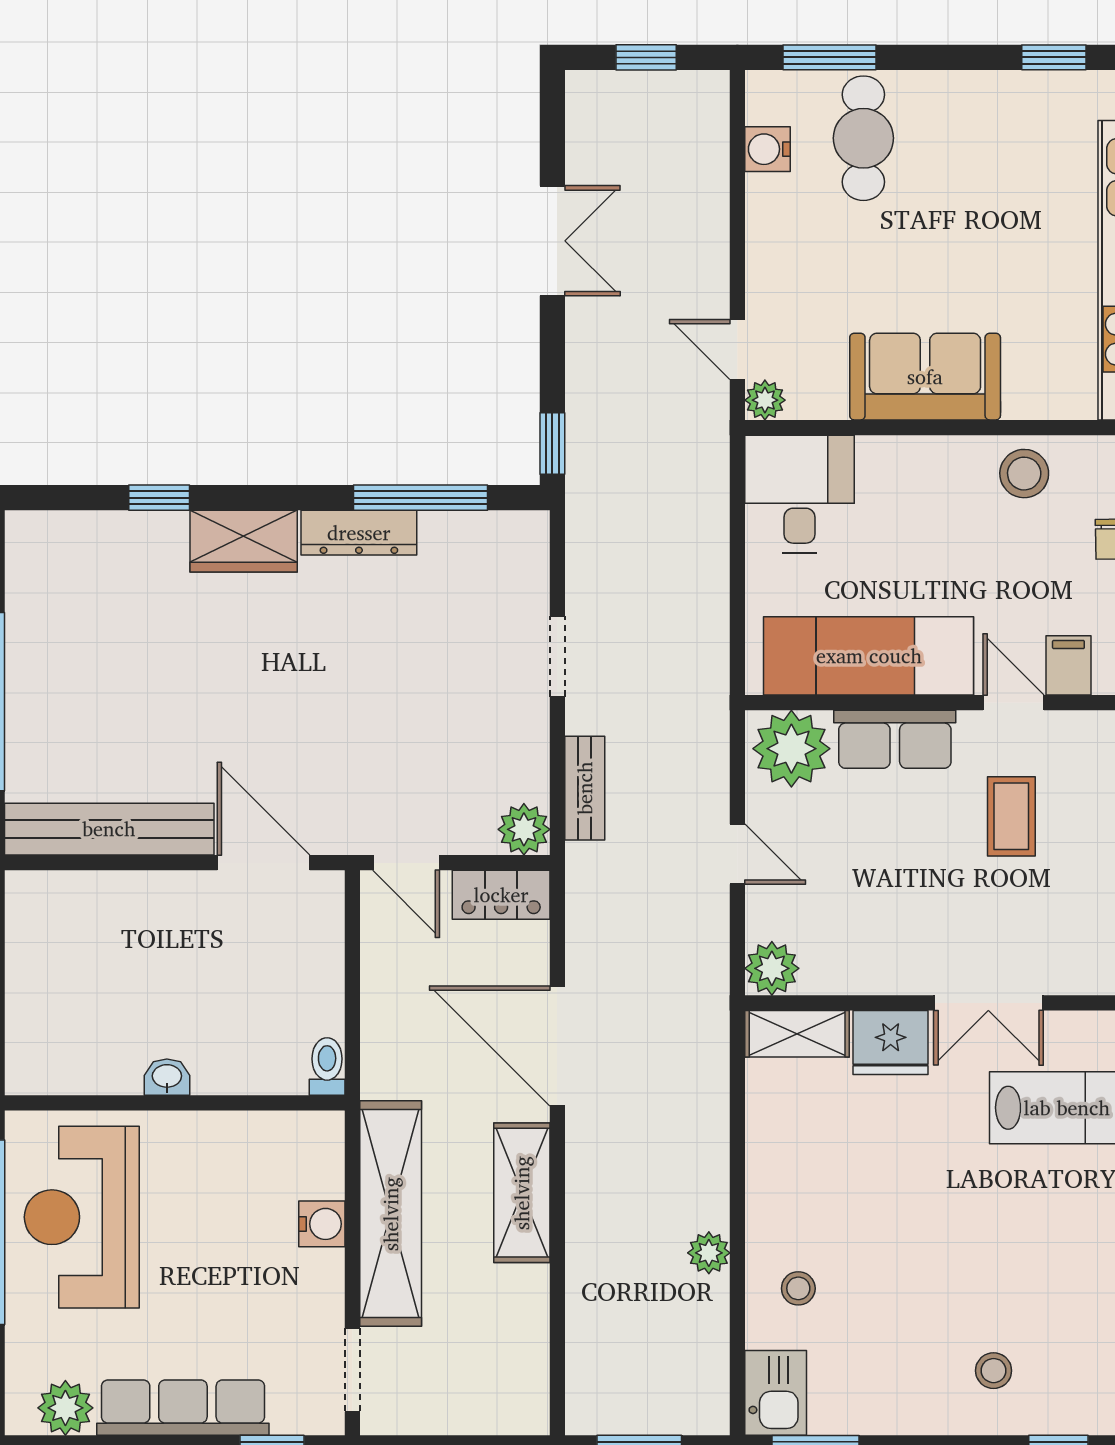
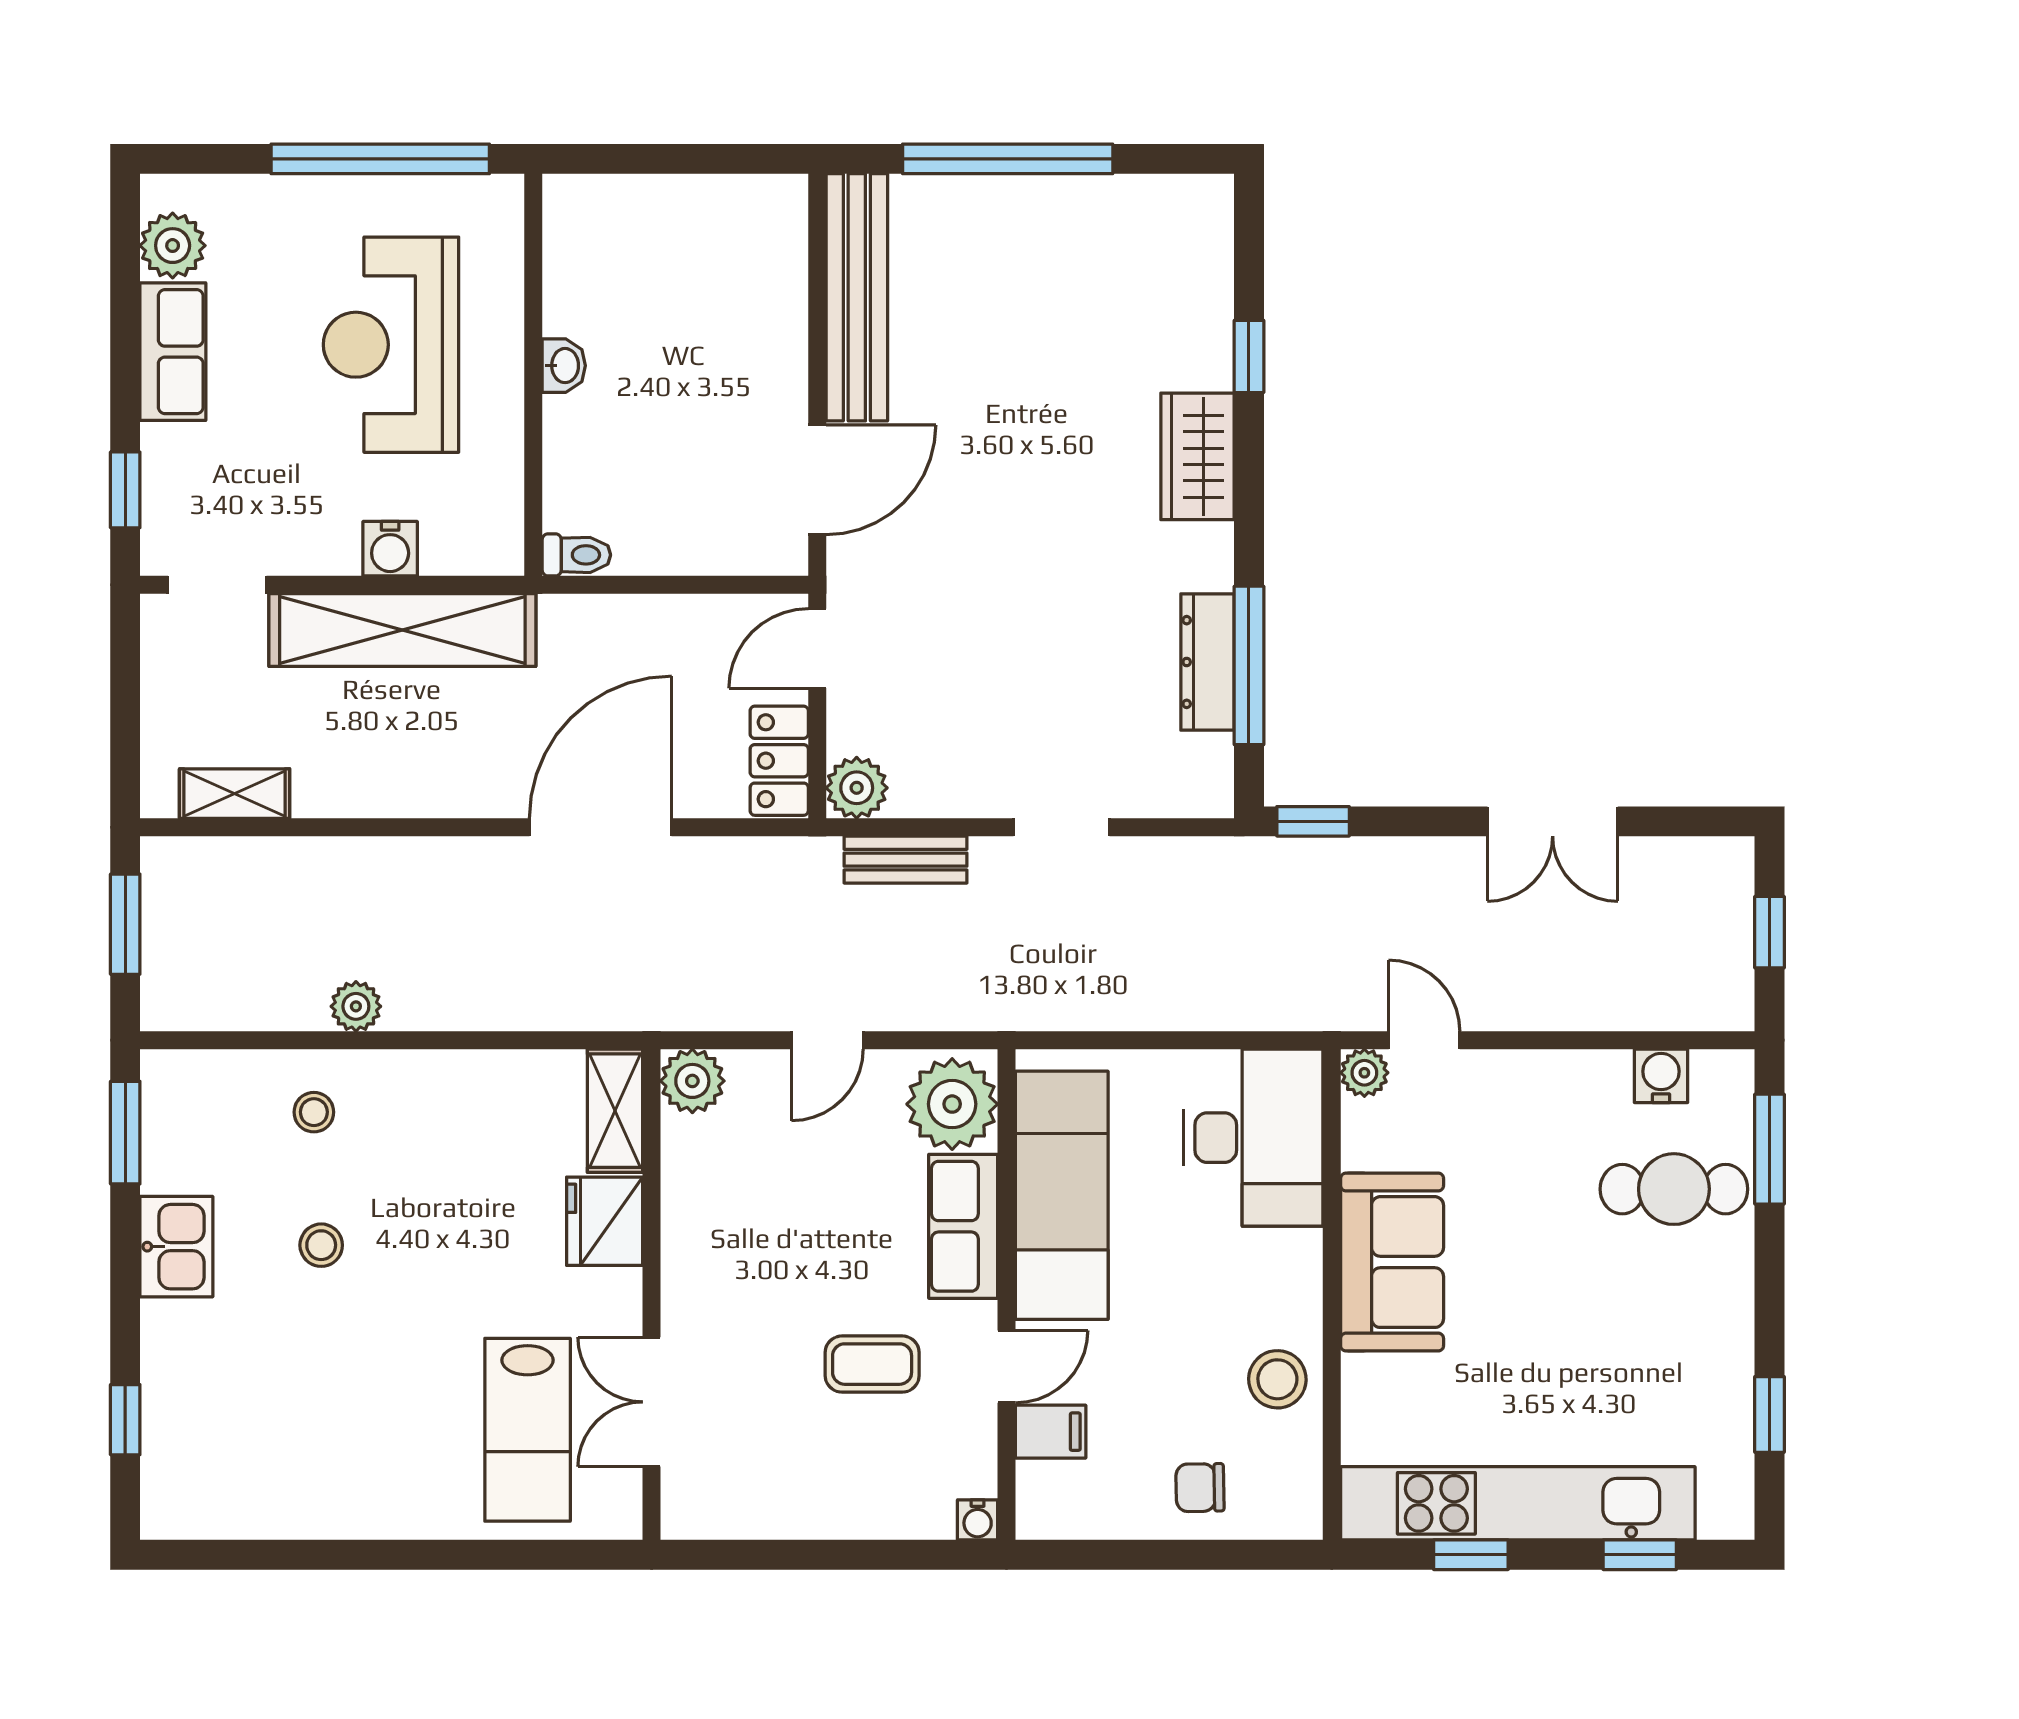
door: (737, 349) -> (1424, 1040), hinge flipped
desk: (799, 494) -> (1253, 1138), width x1.37
dresser: (359, 533) -> (1208, 662), moved
double door: (988, 1003) -> (652, 1402), moved
shelving: (522, 1193) -> (235, 794), moved, width x0.67, depth x0.75
reception desk: (82, 1217) -> (391, 345), moved, turned -90
stool: (994, 1371) -> (321, 1245), moved
kitchen sink: (776, 1393) -> (176, 1247), moved, turned -90
row of seats: (183, 1408) -> (173, 352), width x0.68

